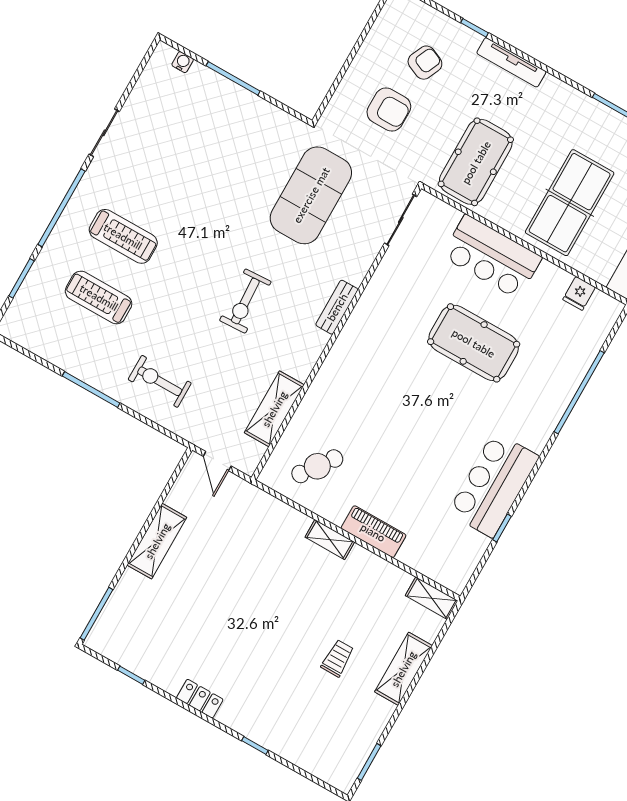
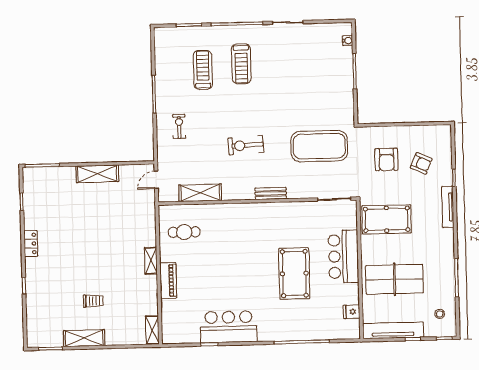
exercise bike: (160, 381) -> (179, 126), width x0.73, depth x0.72
cafe table: (317, 466) -> (184, 232), turned -36
shelving: (403, 669) -> (84, 338), moved

